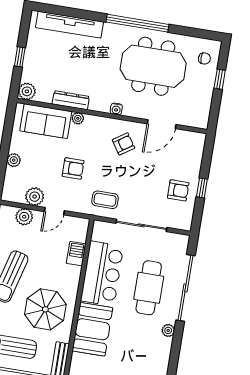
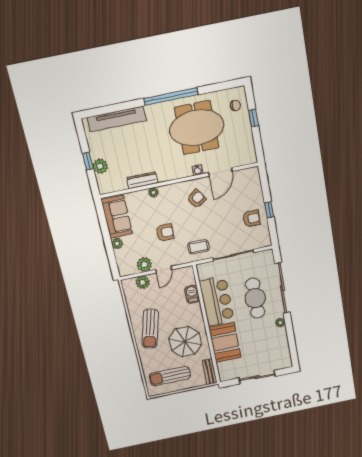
plant: (27, 91) -> (100, 166), moved
water cooler: (116, 109) -> (198, 170), moved
sofa: (46, 121) -> (117, 217), moved, turned -90

